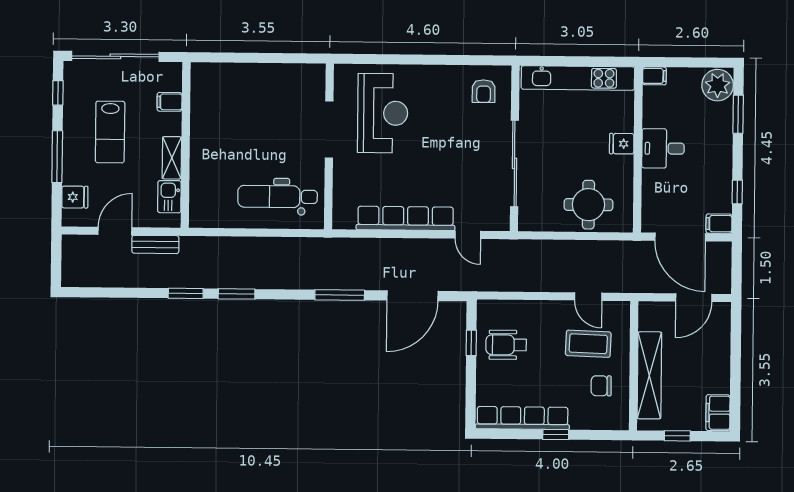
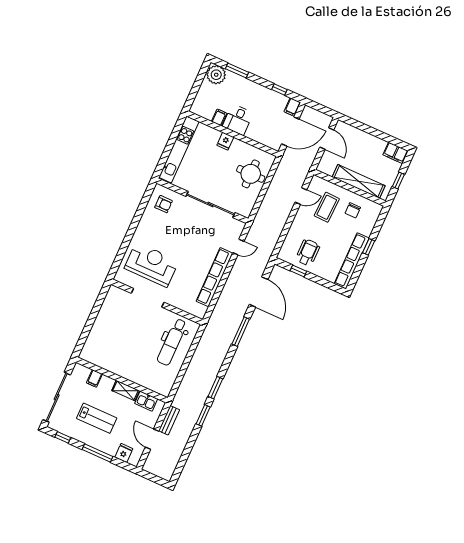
filing cabinet: (654, 76) -> (219, 117), moved
wheelchair: (506, 345) -> (308, 252), turned 180

